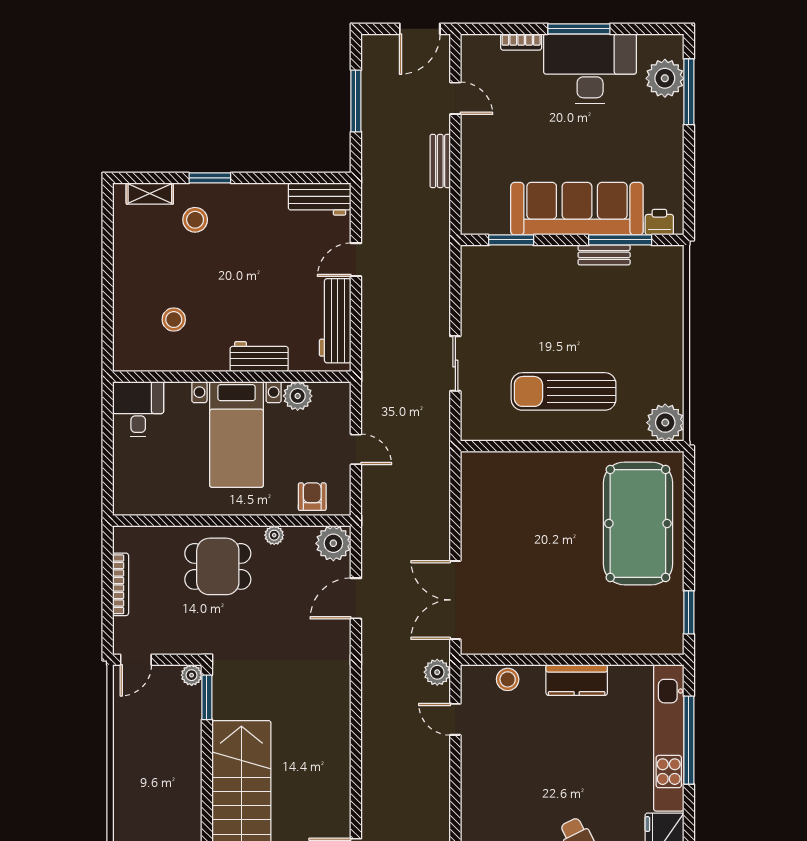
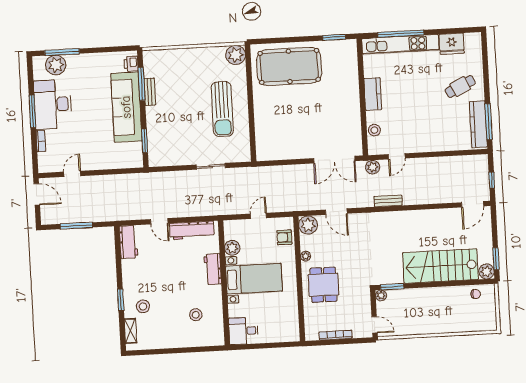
bench: (440, 161) -> (388, 201), moved

